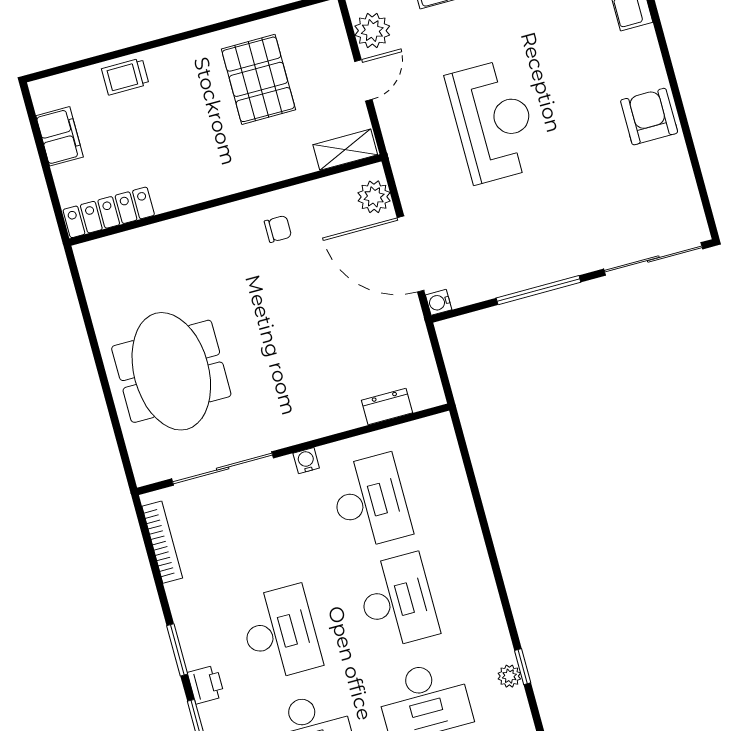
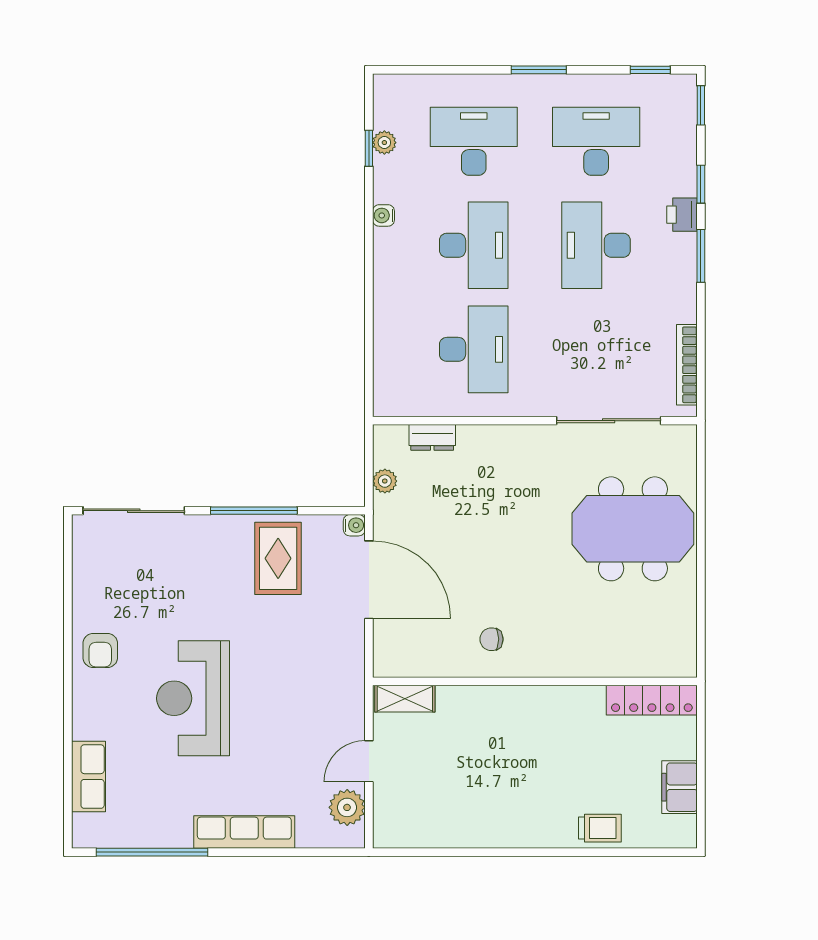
pallet: (258, 79) -> (471, 790), removed
armchair: (649, 117) -> (100, 650), width x0.72, depth x0.72
reception desk: (493, 121) -> (193, 698), moved
plant: (374, 197) -> (385, 481), moved, width x0.73, depth x0.73
rug: (503, 251) -> (278, 558), added
meeting table: (171, 371) -> (633, 529), turned 90
water cooler: (306, 461) -> (383, 215), moved, turned 90
desk: (370, 502) -> (474, 349), turned 180
desk: (397, 601) -> (474, 245), turned 180

